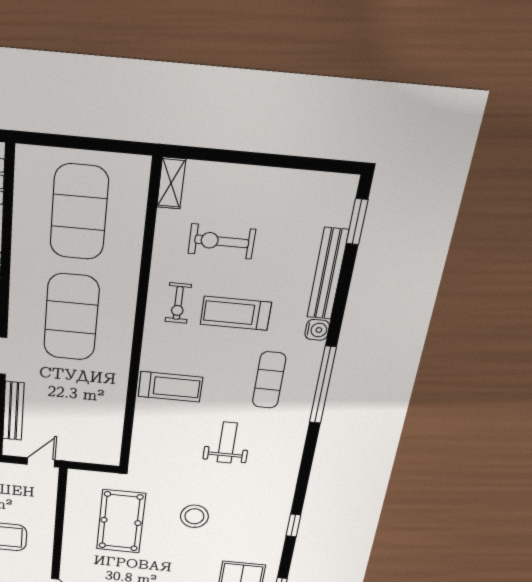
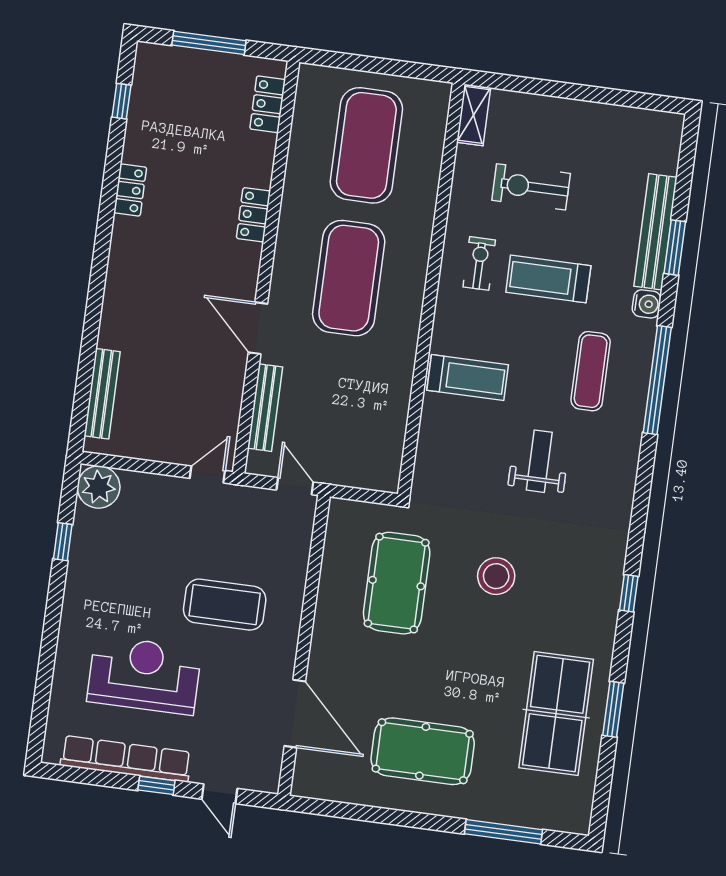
window: (357, 222) -> (675, 248), moved
exercise bike: (178, 303) -> (479, 263), turned 180
door: (41, 462) -> (295, 486), hinge flipped

